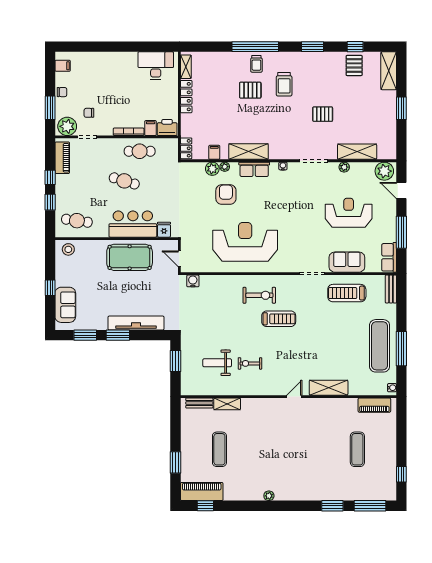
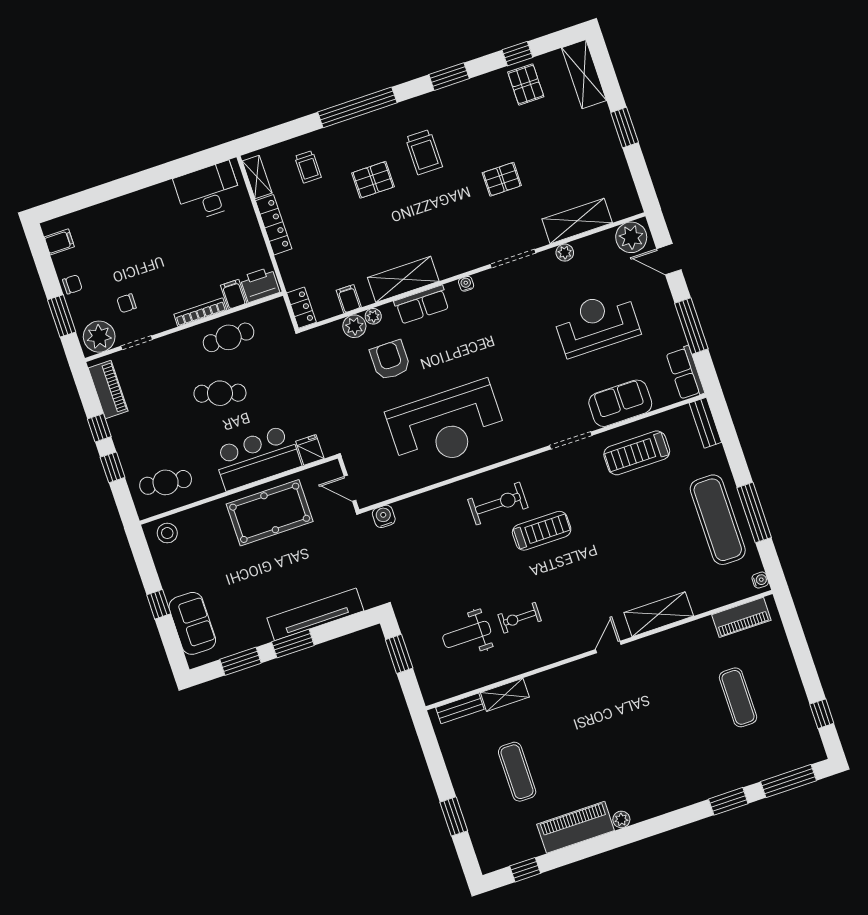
trolley: (256, 64) -> (308, 167), moved
reception desk: (245, 242) -> (446, 426), turned 180
piano: (202, 492) -> (576, 827), moved

